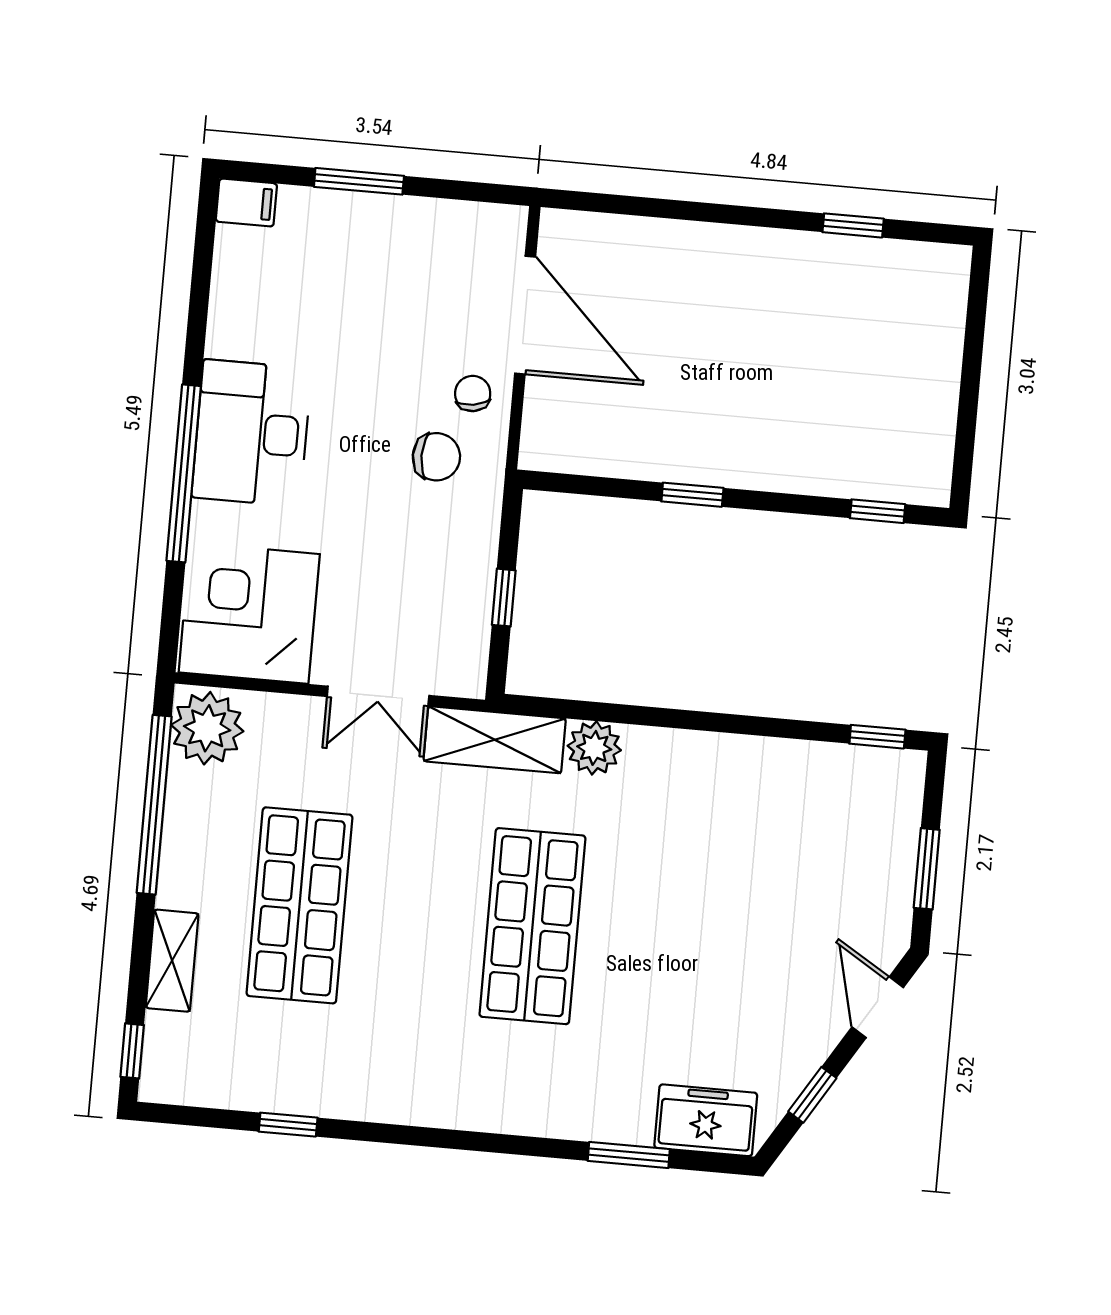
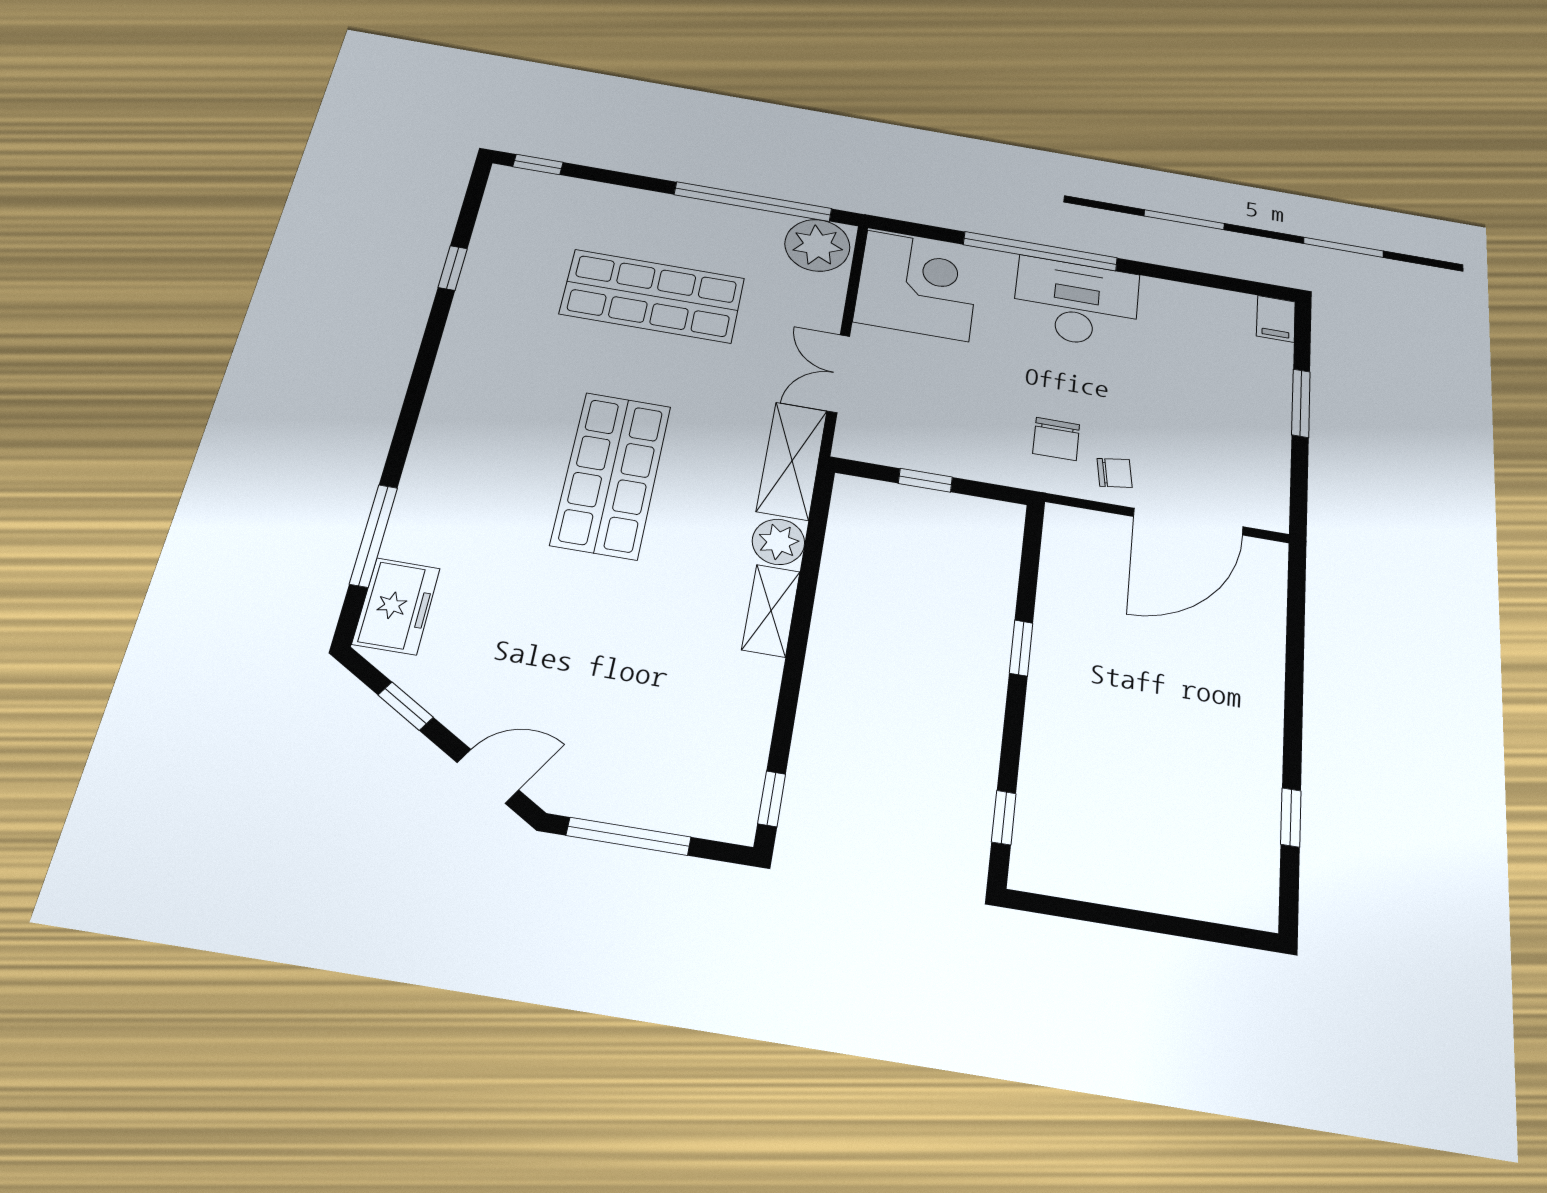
window: (927, 869) -> (629, 836), width x1.44
shop shelf: (532, 926) -> (611, 475), turned 90
shelving: (172, 961) -> (771, 611), moved, turned 90
window: (629, 1155) -> (374, 535), width x1.44

